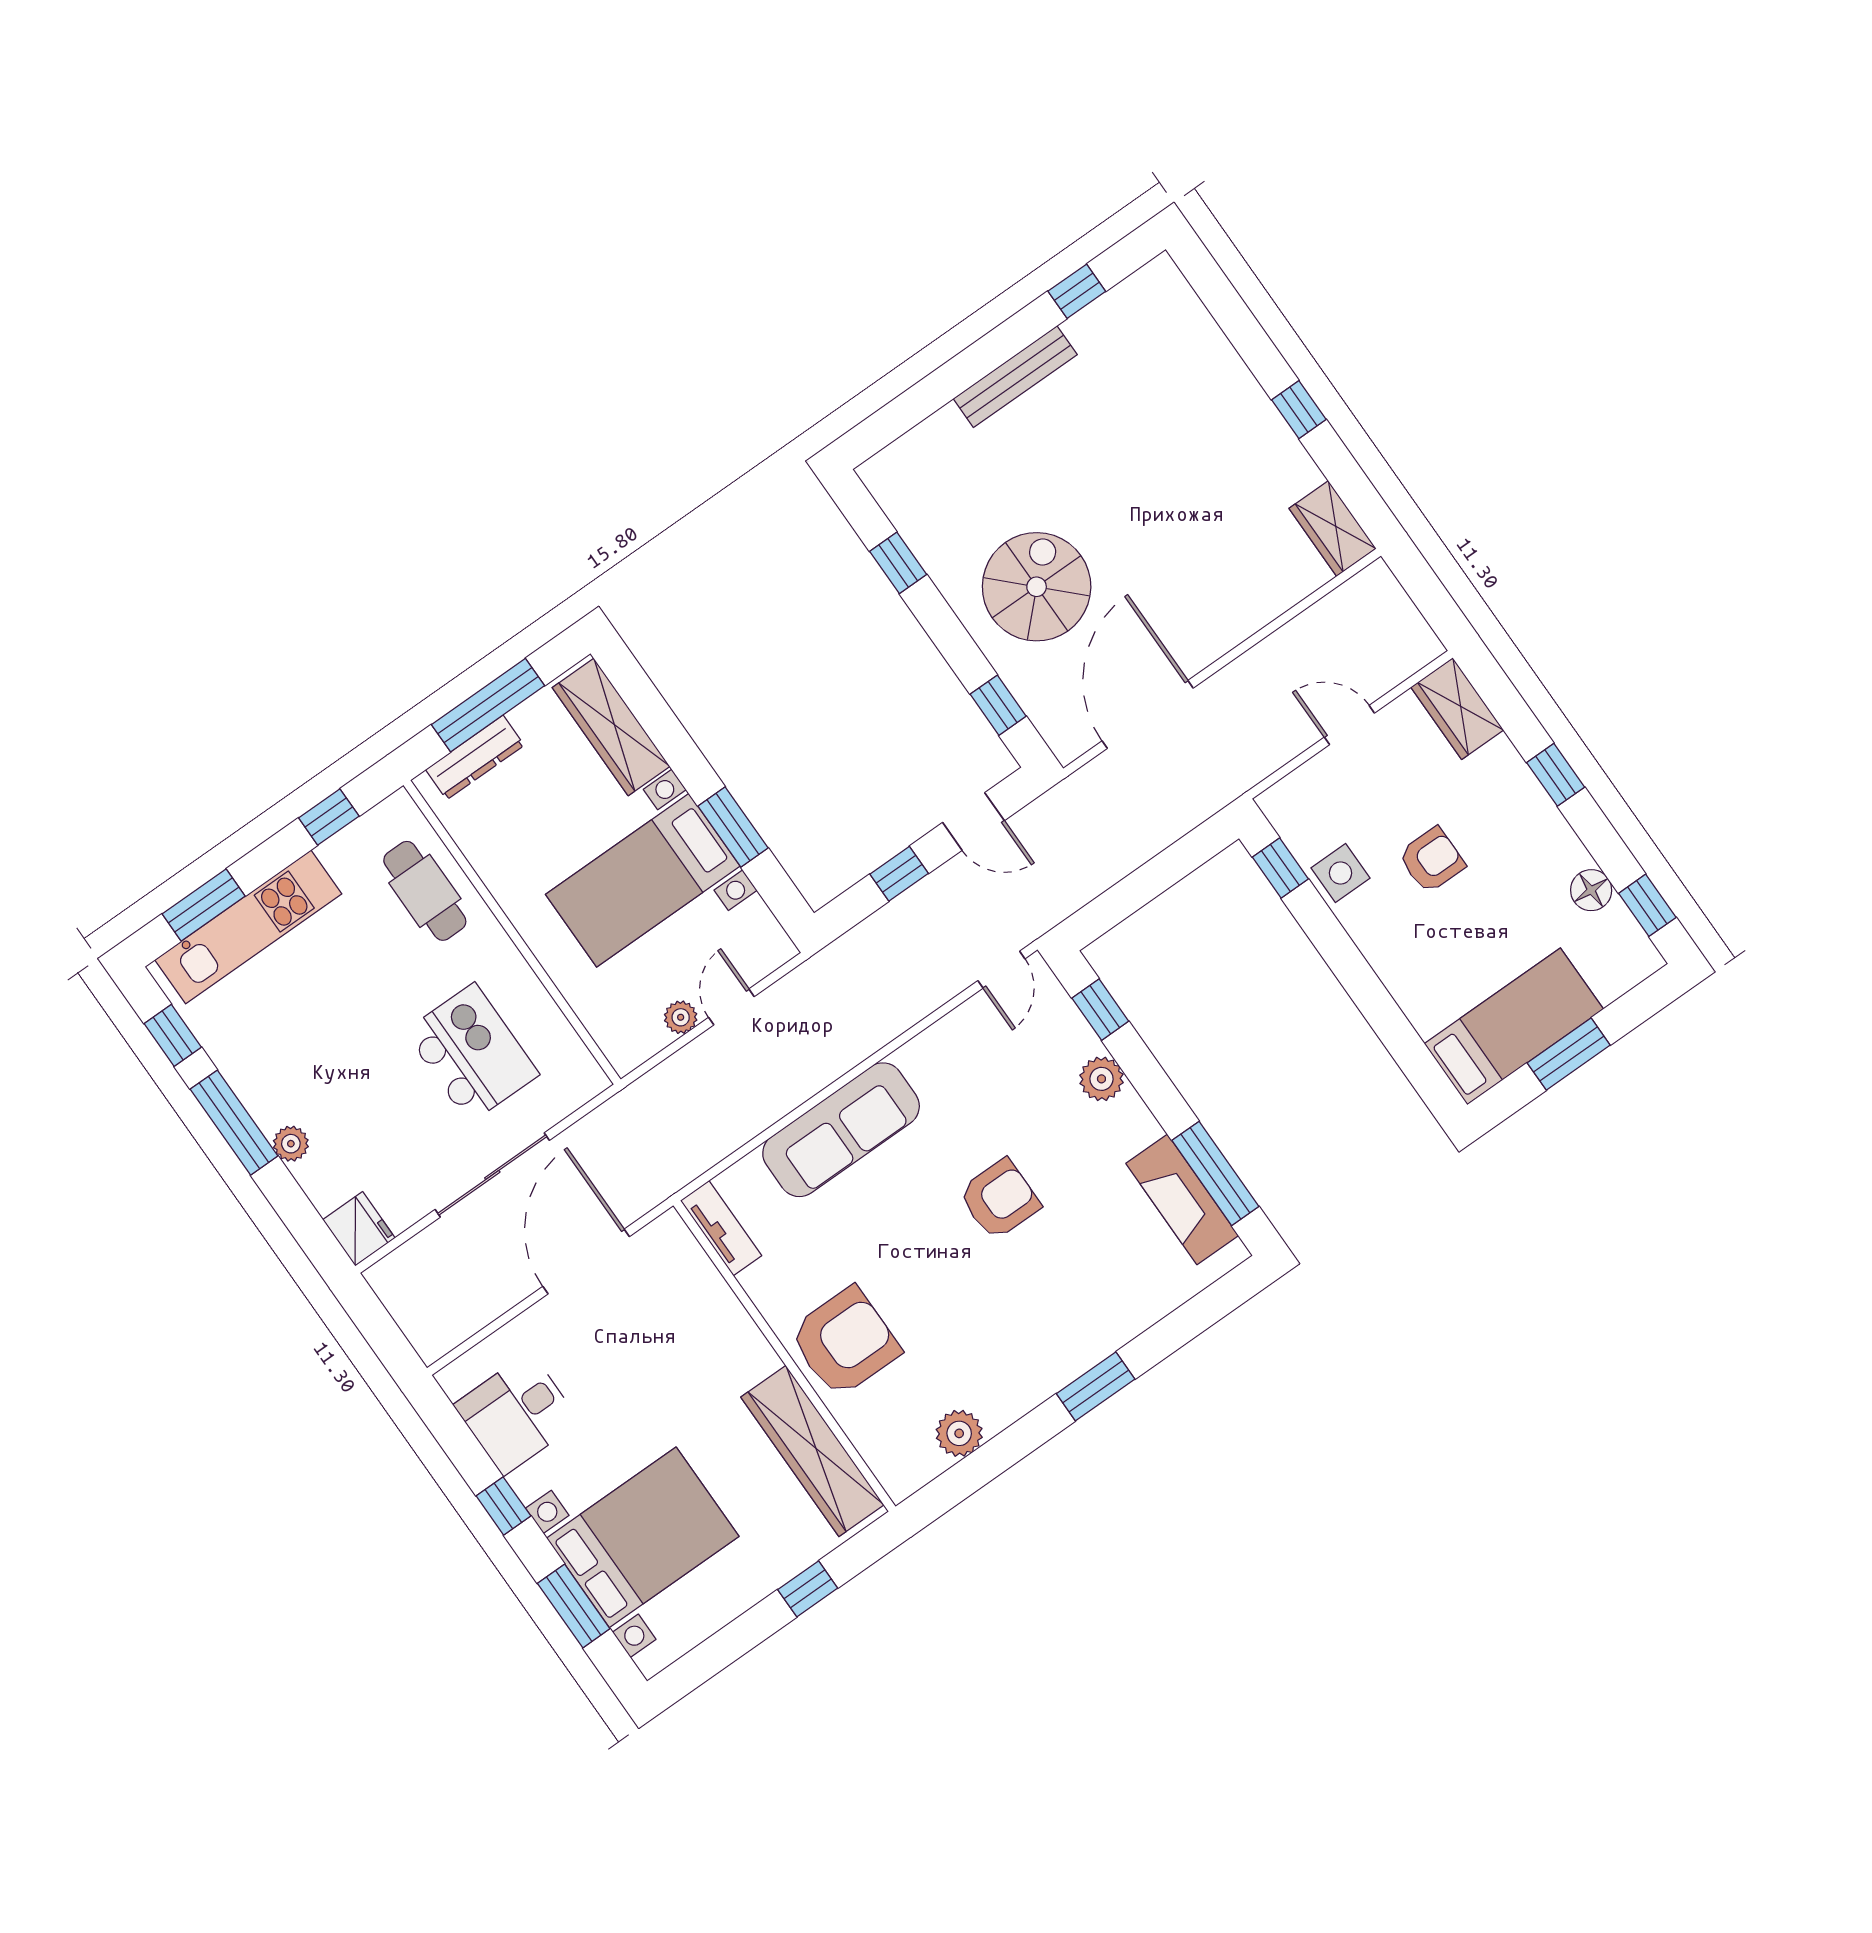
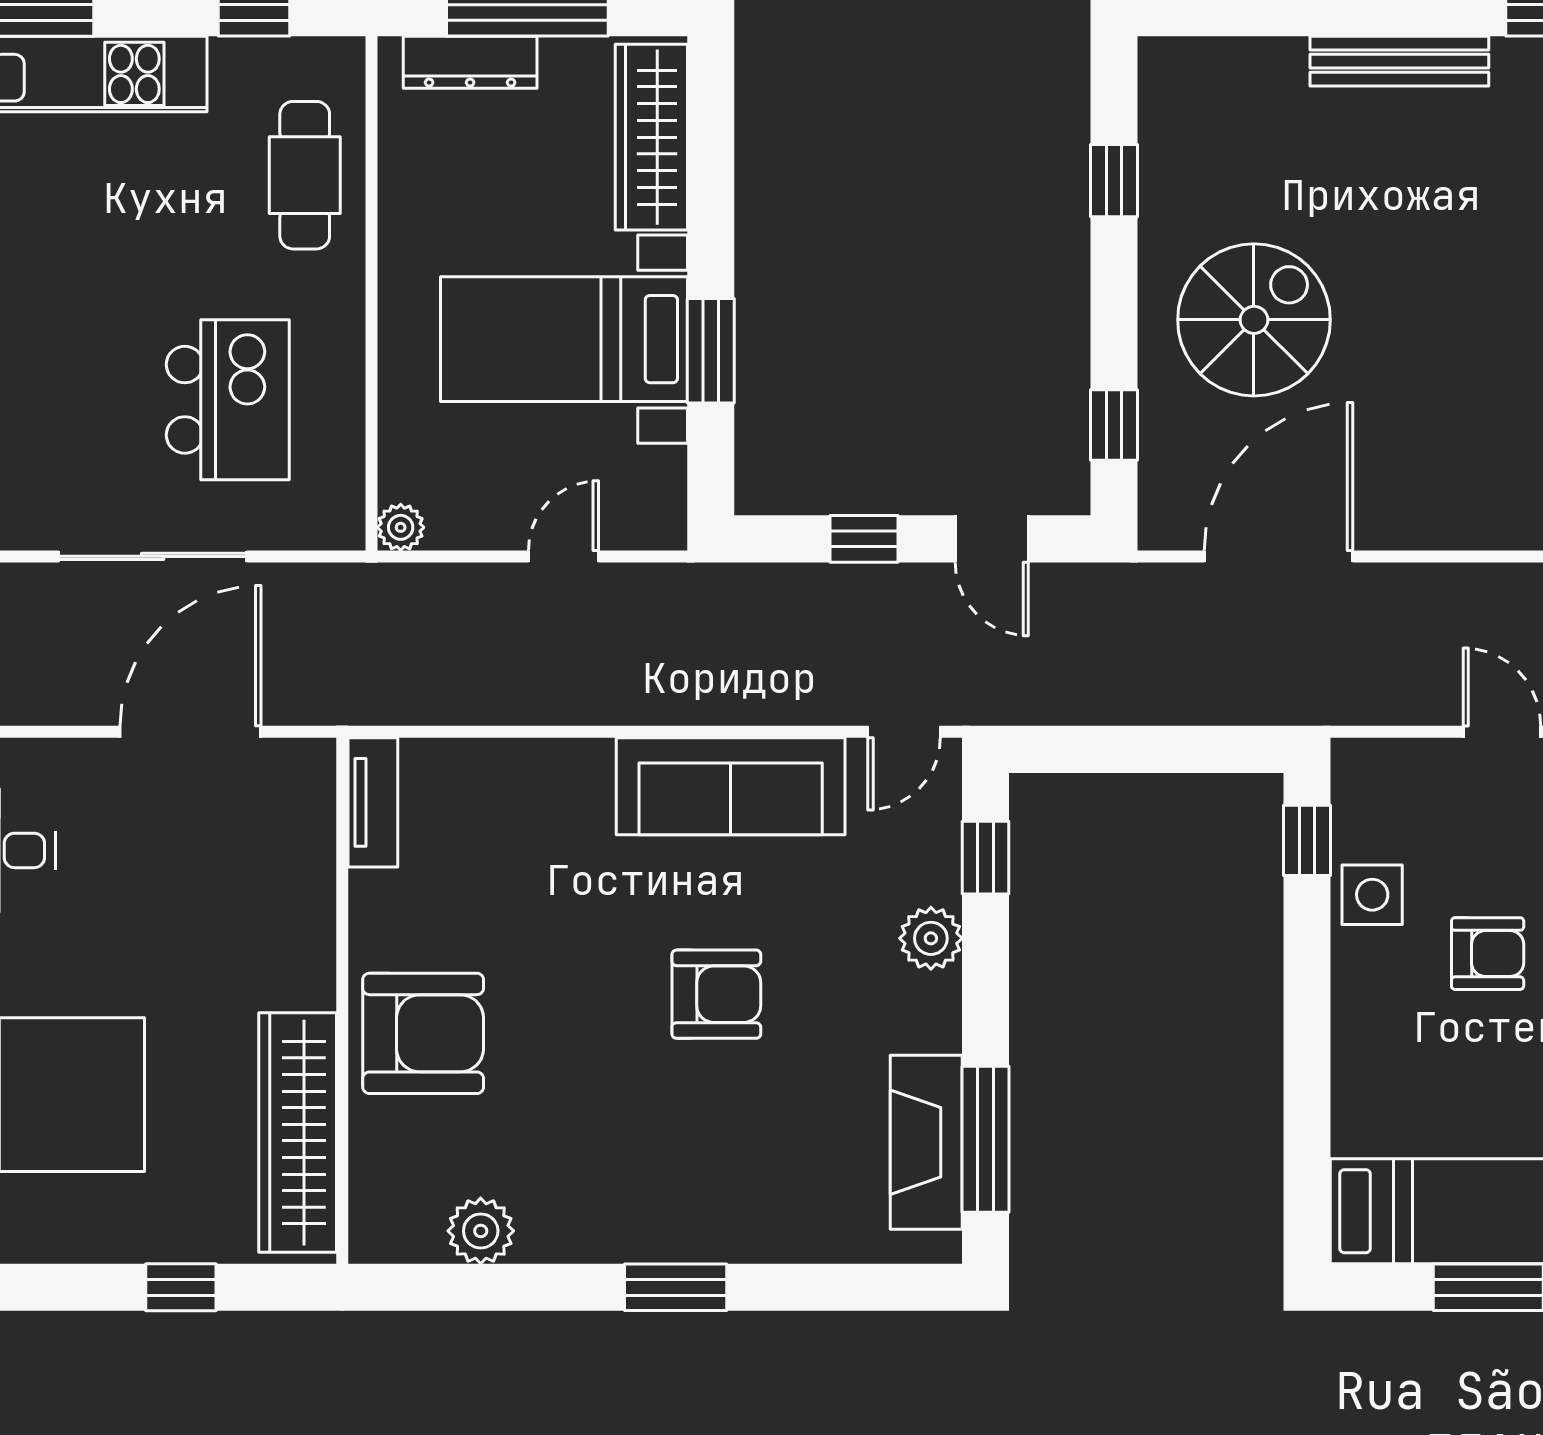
plant: (681, 1017) -> (401, 527), moved
sofa: (841, 1130) -> (731, 786), moved

